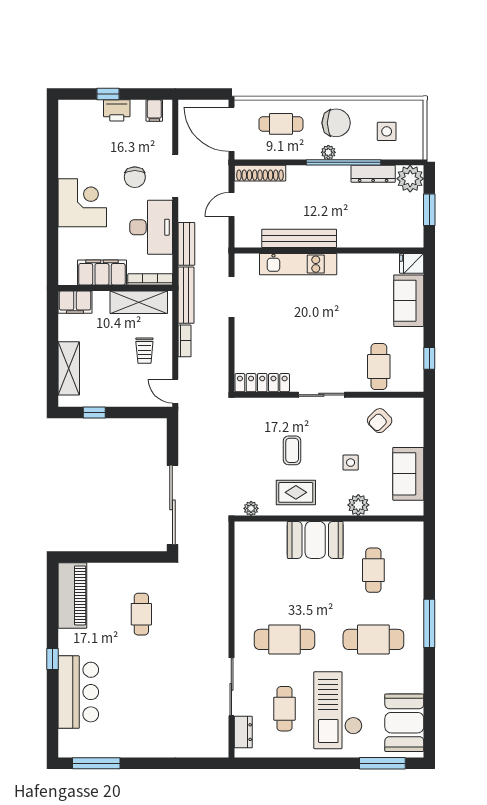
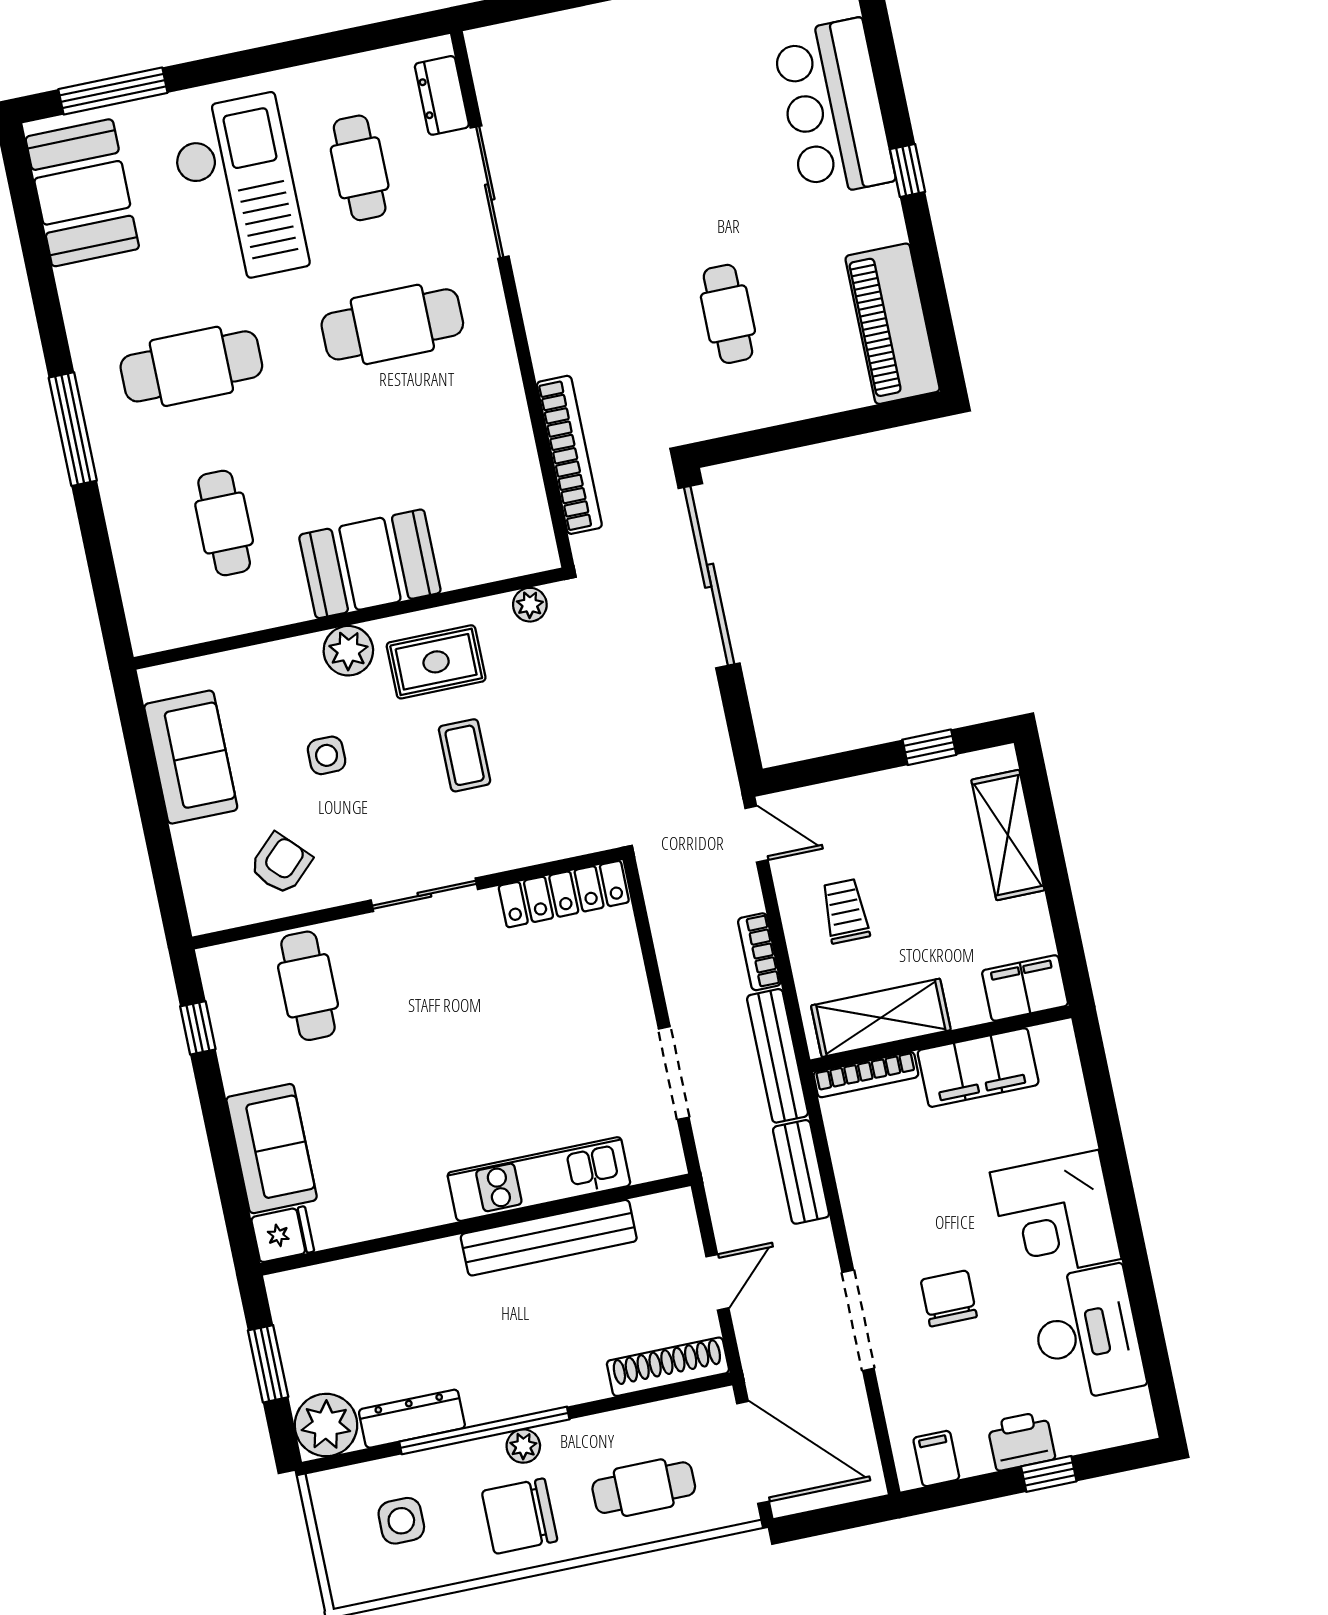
desk: (151, 227) -> (1087, 1334), moved, turned 180
plant: (358, 505) -> (348, 651), moved
bookcase: (221, 568) -> (569, 455), added

